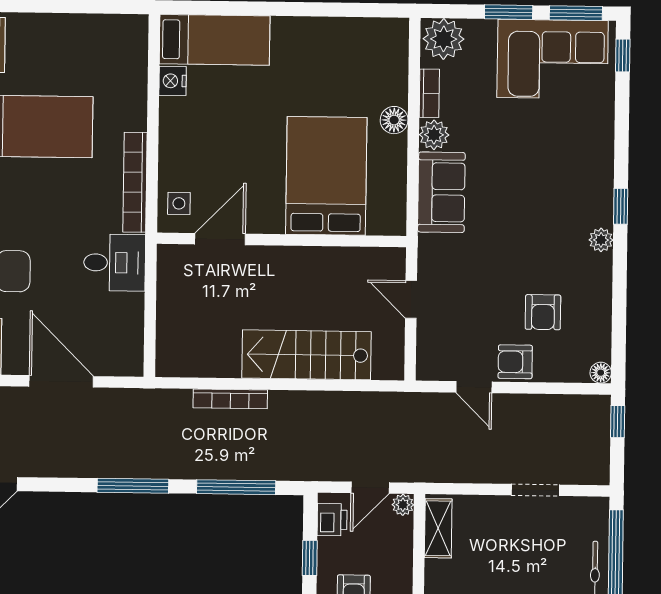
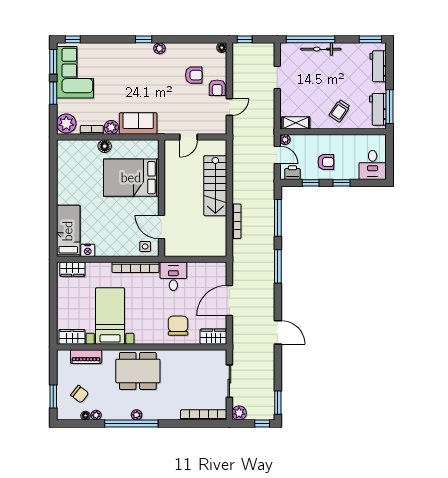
wardrobe: (133, 48) -> (72, 269), added

